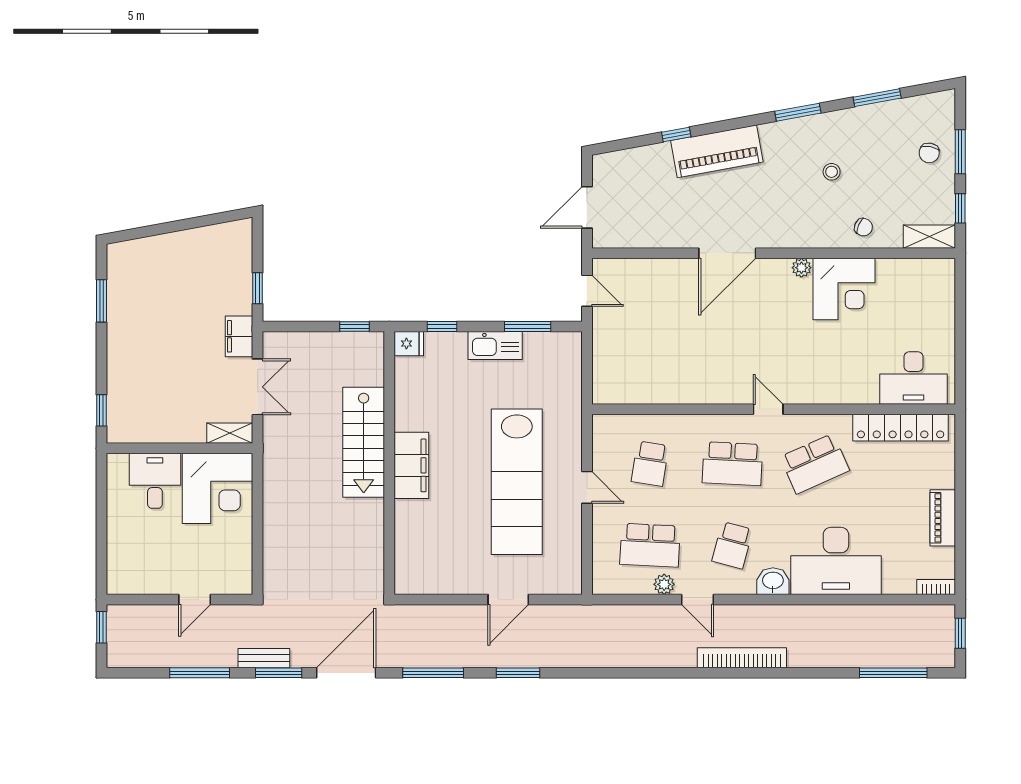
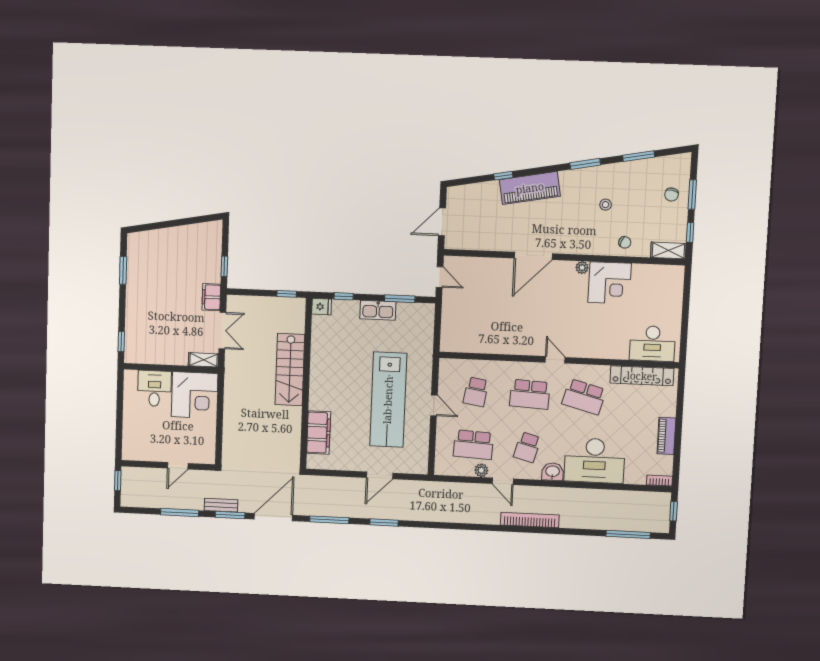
school desk: (815, 464) -> (584, 397), turned 39
filing cabinet: (411, 465) -> (319, 433), moved

